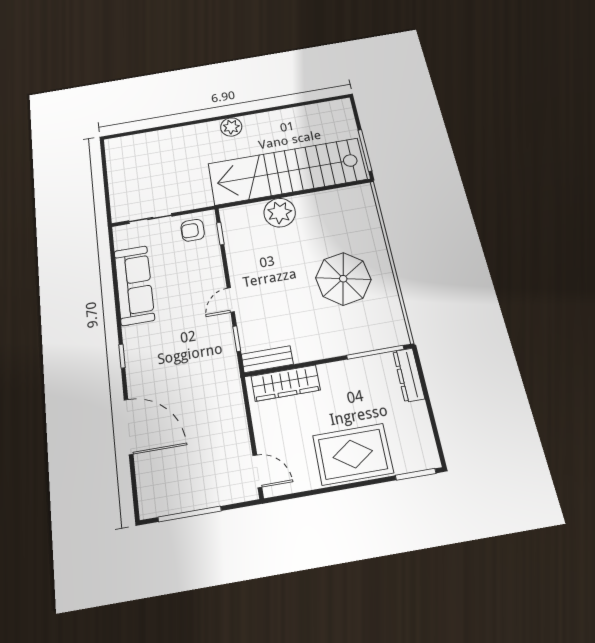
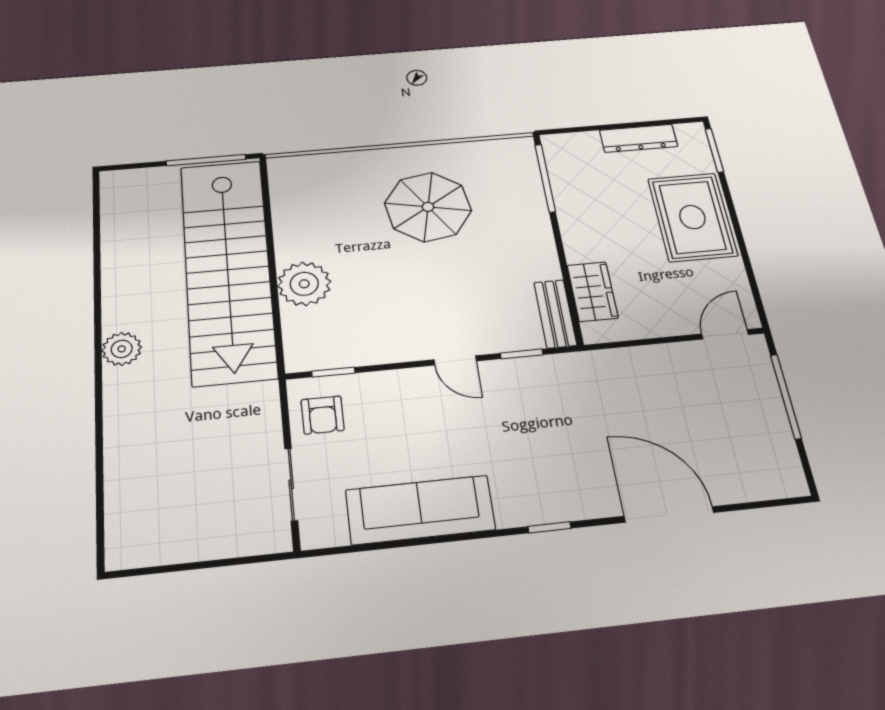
dresser: (409, 375) -> (639, 138), moved
wardrobe: (286, 383) -> (593, 292), width x0.67
door: (129, 427) -> (669, 514), hinge flipped
window: (190, 514) -> (786, 396), moved

